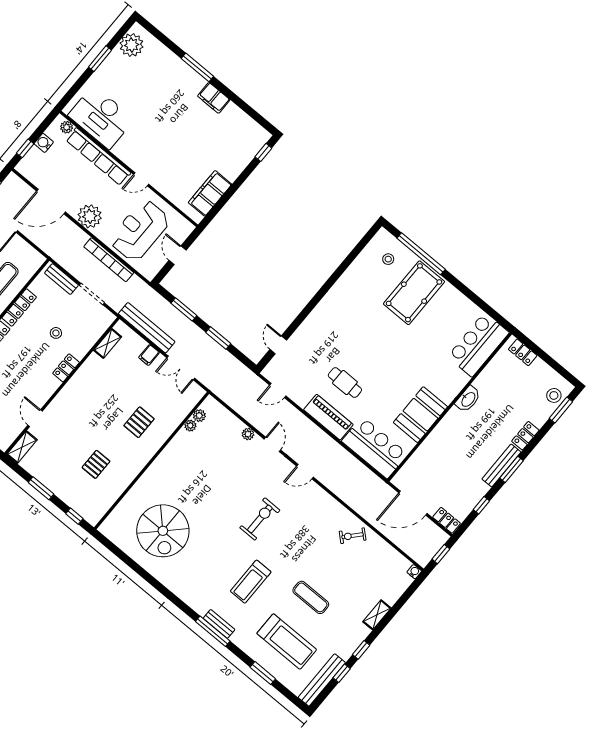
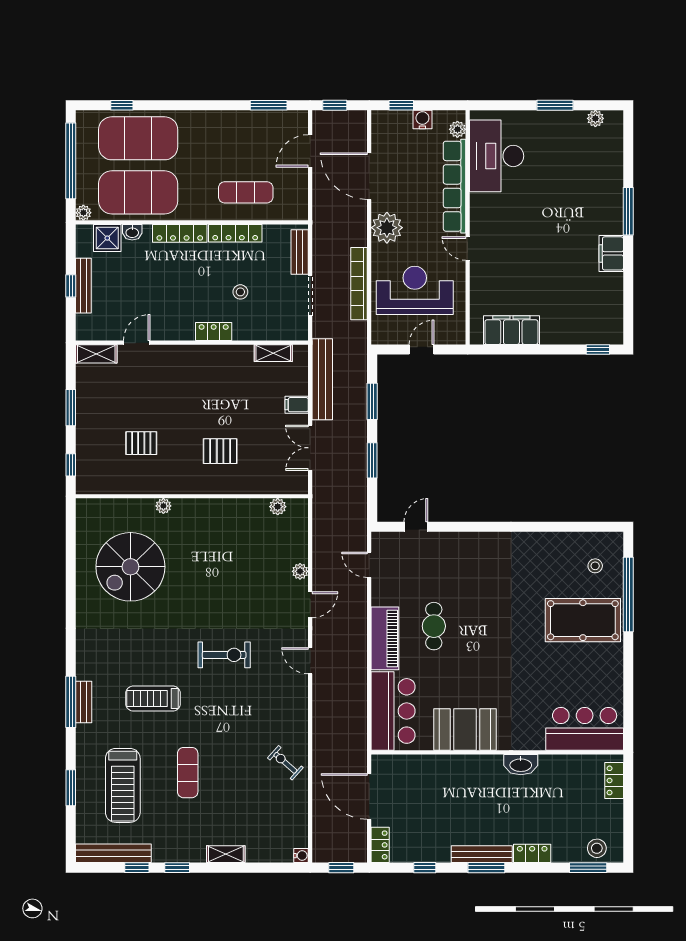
plant: (132, 45) -> (595, 118), width x0.53, depth x0.53
plant: (190, 426) -> (163, 506), moved

